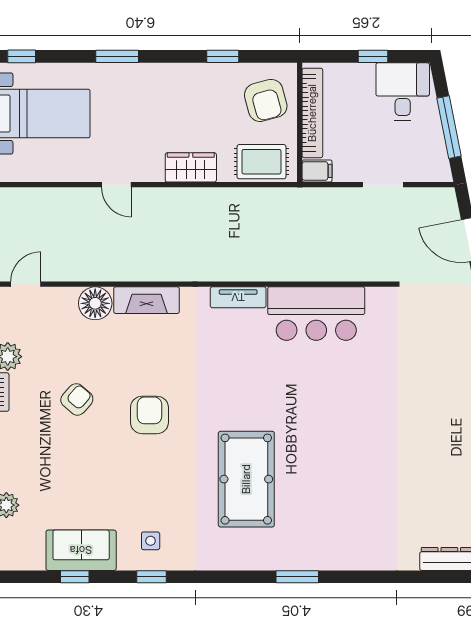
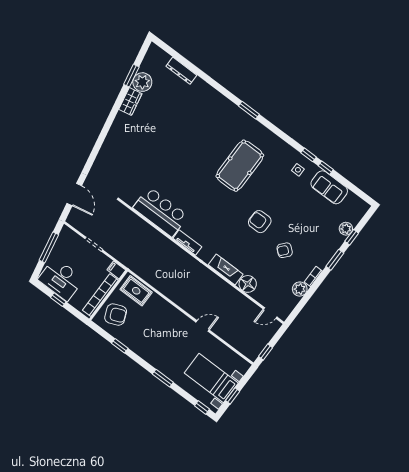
desk: (403, 91) -> (61, 279), width x1.37
armchair: (266, 100) -> (116, 315), turned 83
wardrobe: (191, 167) -> (167, 310), removed
door: (116, 185) -> (203, 326), hinge flipped
armchair: (149, 415) -> (260, 222), turned 90
window: (75, 577) -> (326, 168), moved

